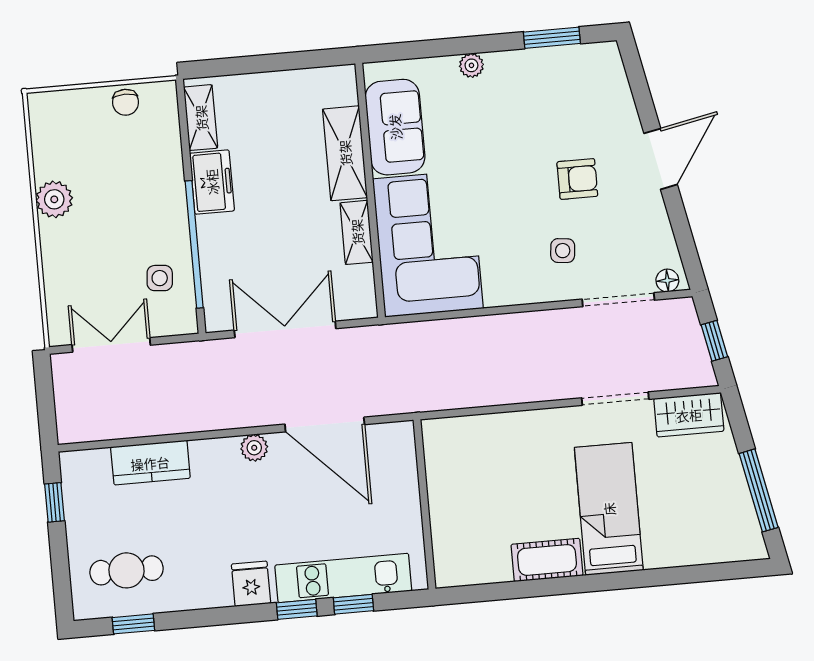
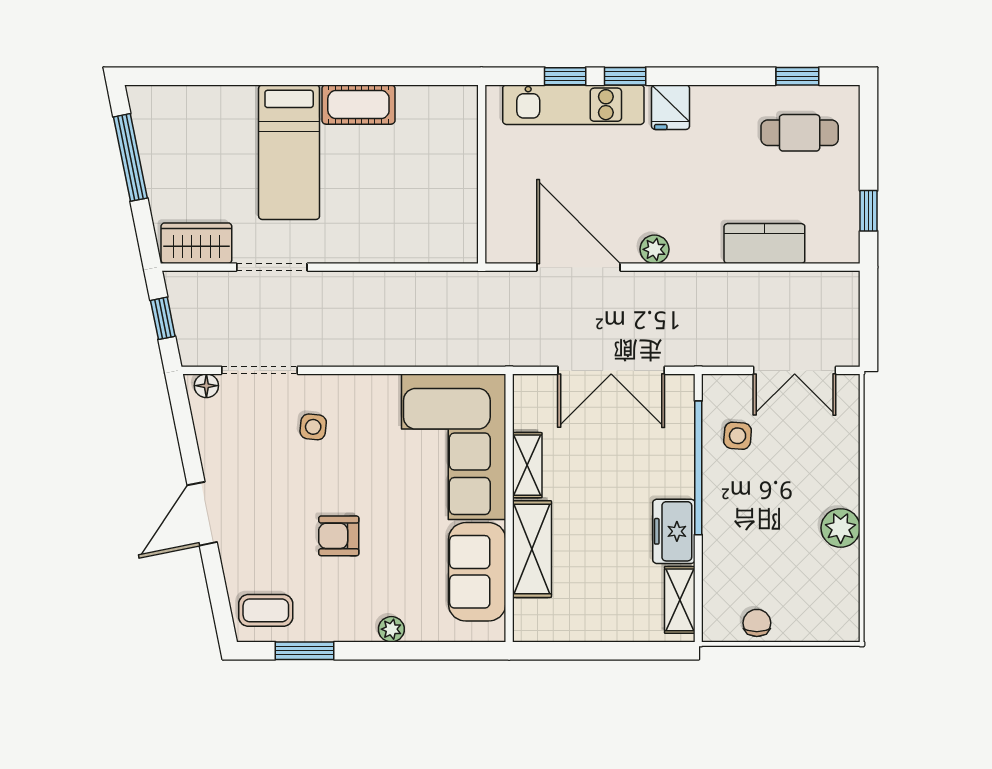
coffee table: (592, 73) -> (266, 610), added
armchair: (577, 179) -> (339, 536), moved

